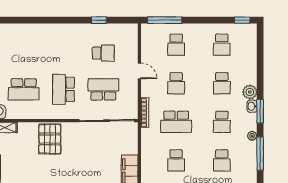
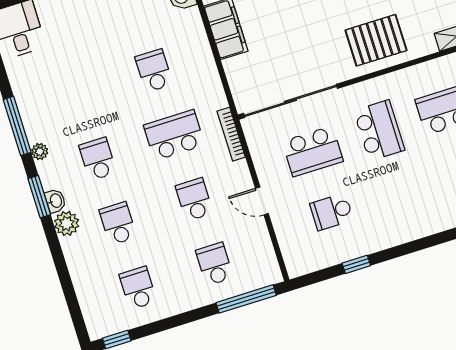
pallet: (50, 139) -> (376, 40), turned 90
school desk: (222, 160) -> (77, 95), removed

